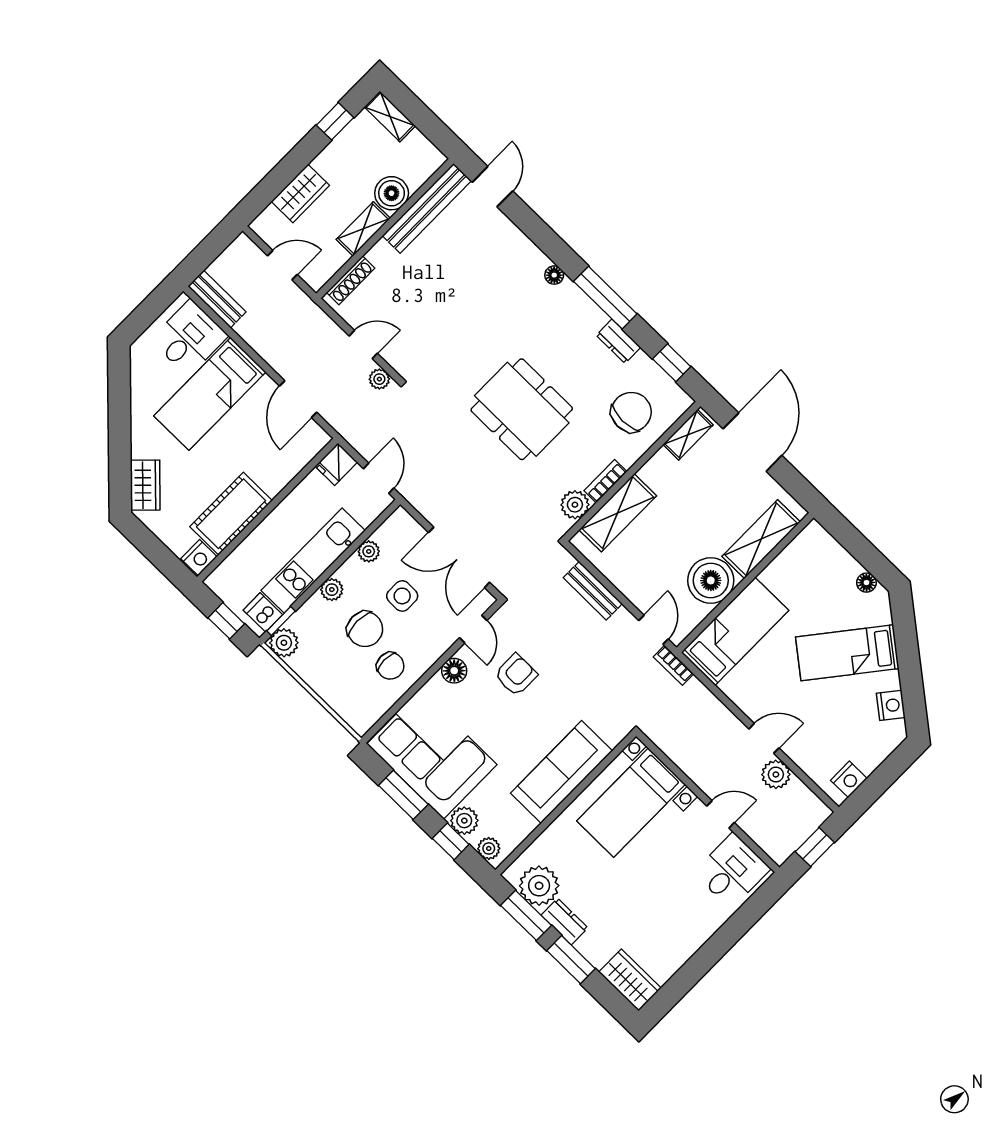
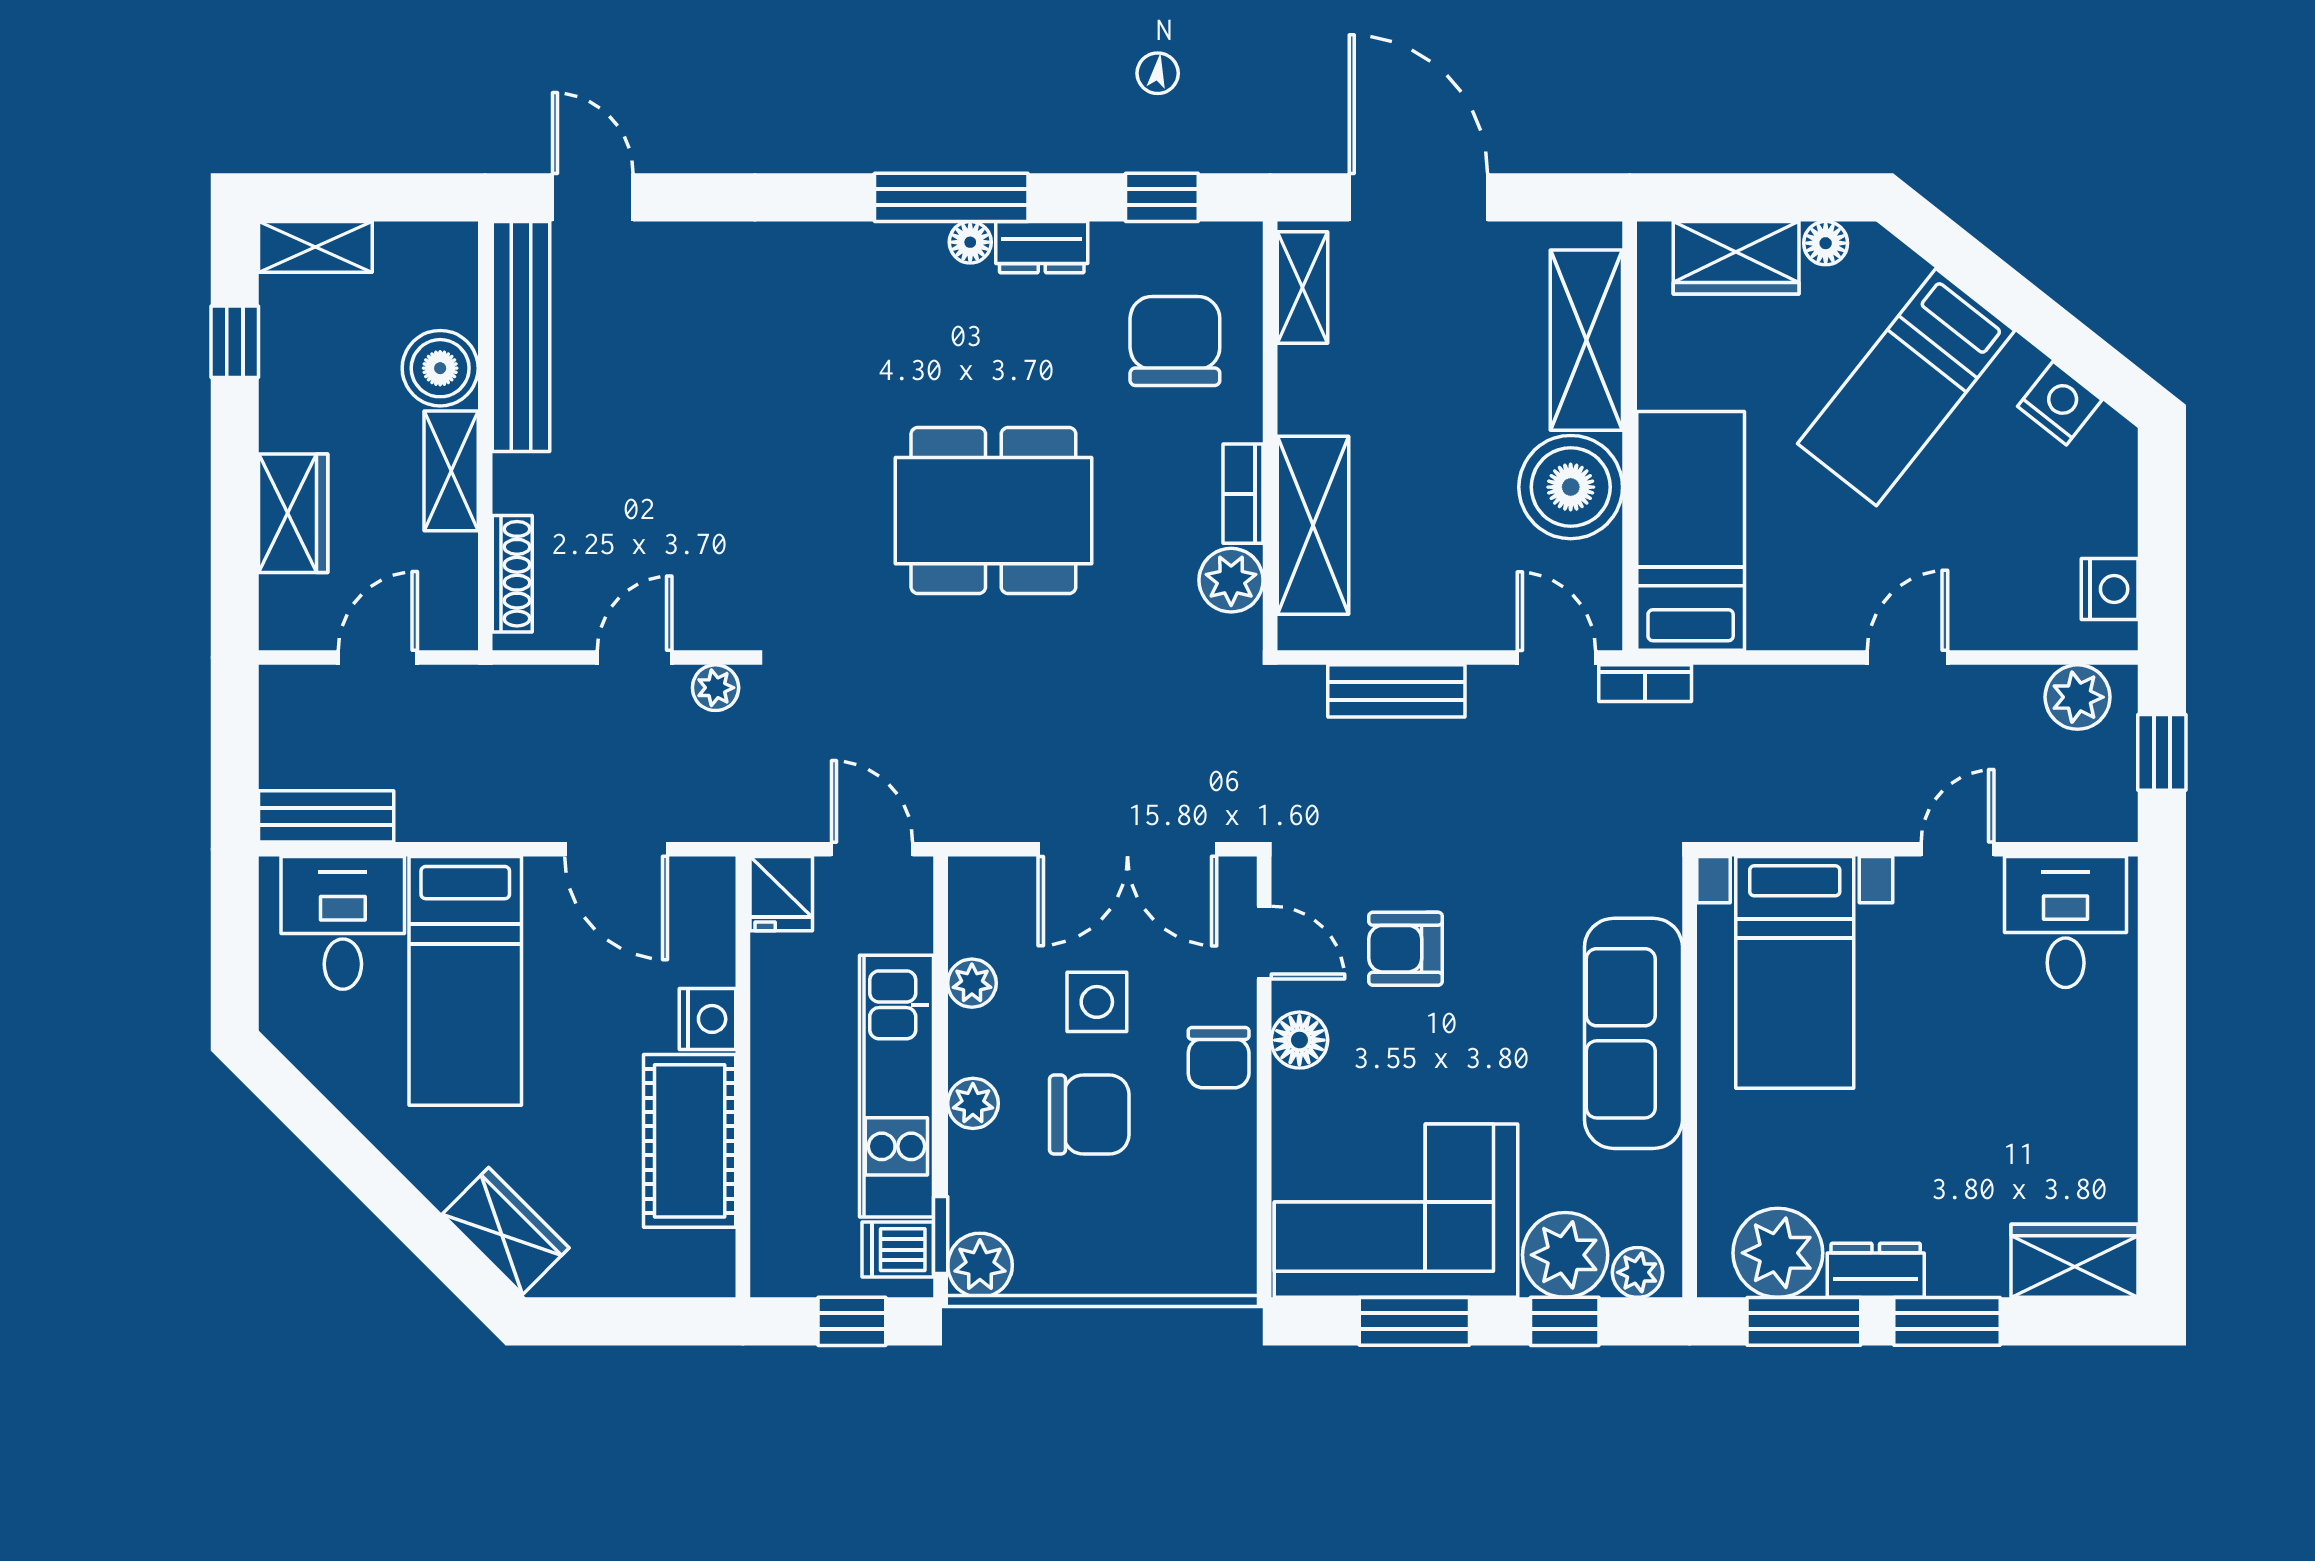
floor lamp: (554, 275) -> (970, 242), moved
nightstand: (199, 558) -> (708, 1019), moved
wardrobe: (834, 559) -> (1736, 258), added
chair: (390, 666) -> (1219, 1058), moved, turned 90
armchair: (516, 675) -> (1406, 949), turned -90
plant: (776, 774) -> (2078, 697), moved
plant: (464, 821) -> (1565, 1255), width x1.36, depth x1.36

